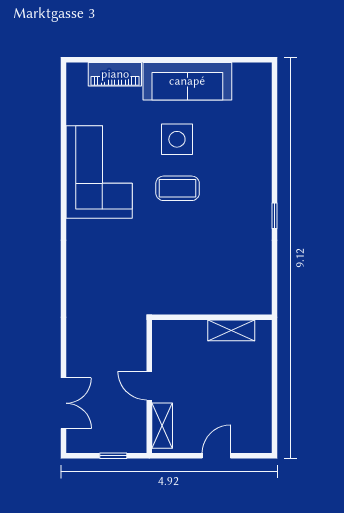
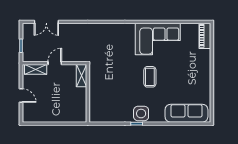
piano: (115, 74) -> (205, 36), moved
sofa: (187, 81) -> (186, 113), moved, turned 90
side table: (177, 139) -> (141, 114), moved
shelving: (231, 330) -> (81, 76), moved

